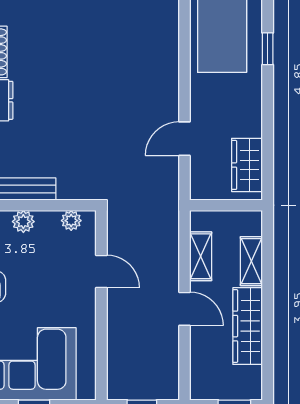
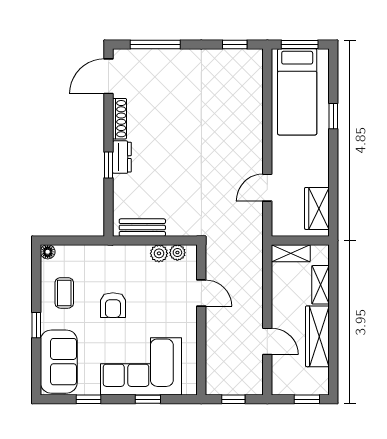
plant: (23, 222) -> (159, 253), moved
shelving: (201, 256) -> (291, 253), moved, turned 90
door: (185, 309) -> (267, 341), moved

